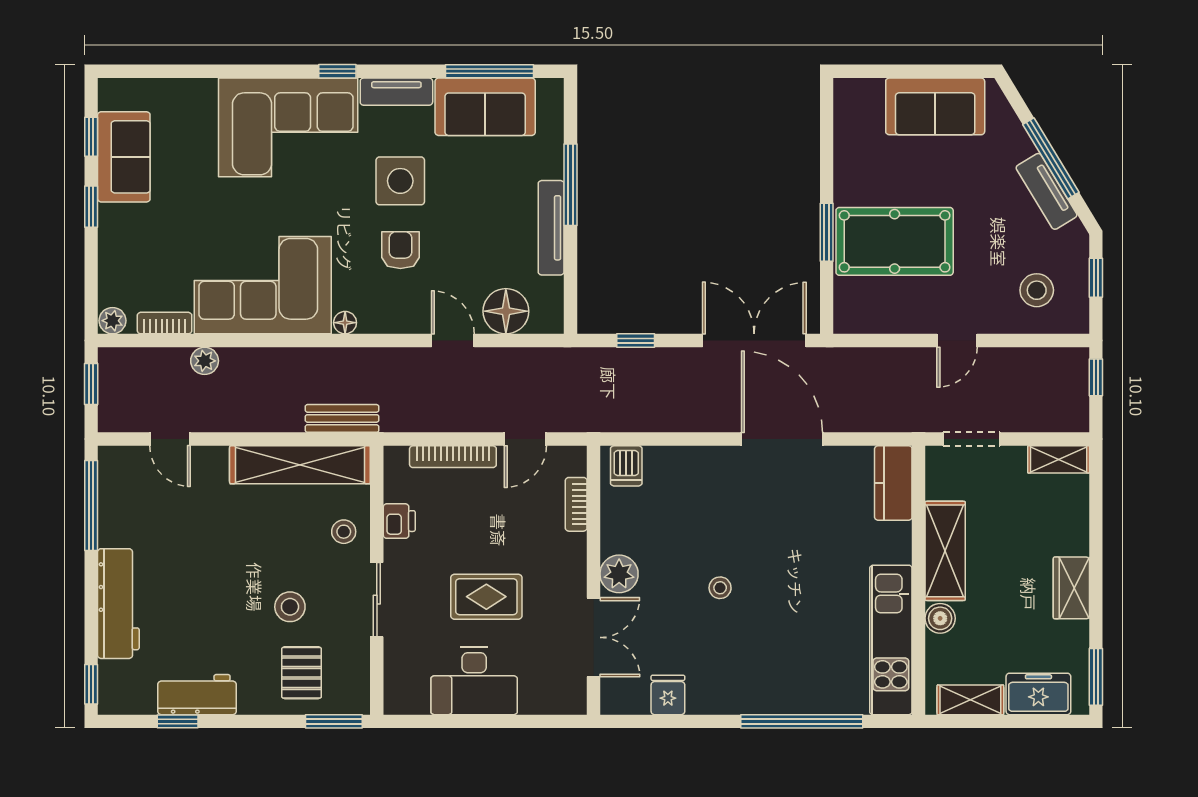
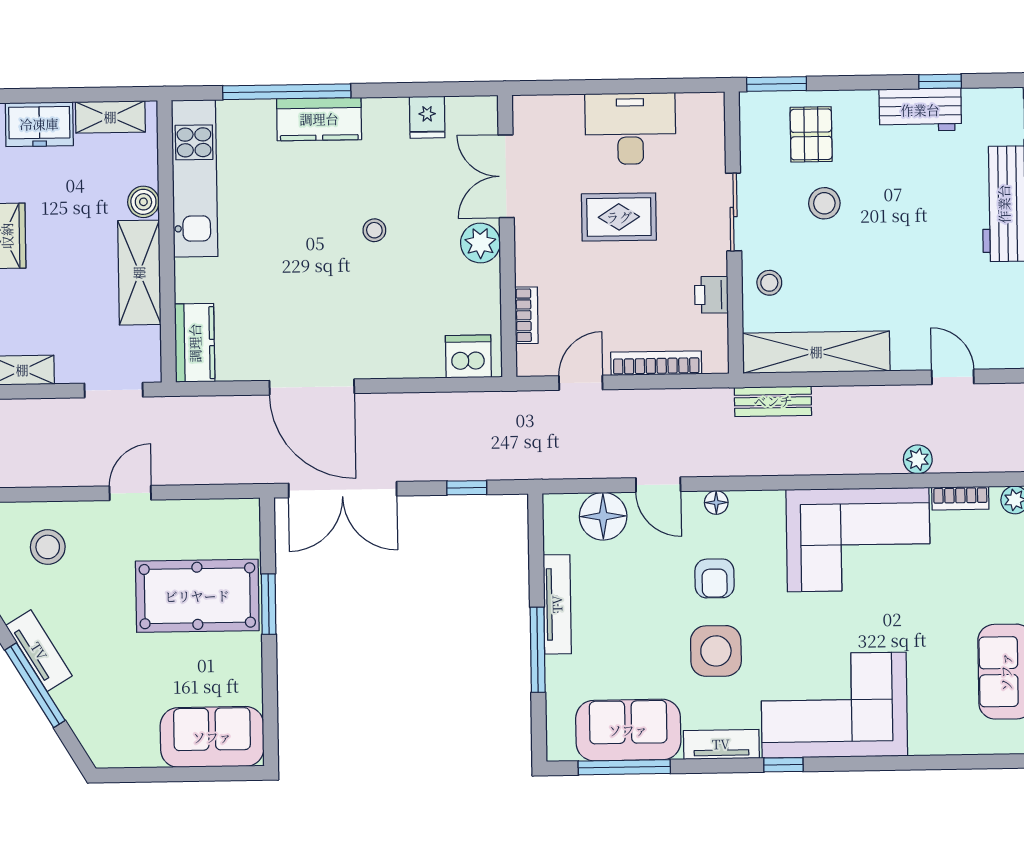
sofa: (935, 106) -> (212, 737), moved
floor lamp: (345, 323) -> (716, 503), moved
dishwasher: (626, 466) -> (468, 356), width x1.38
kitchen counter: (771, 695) -> (319, 119), added

